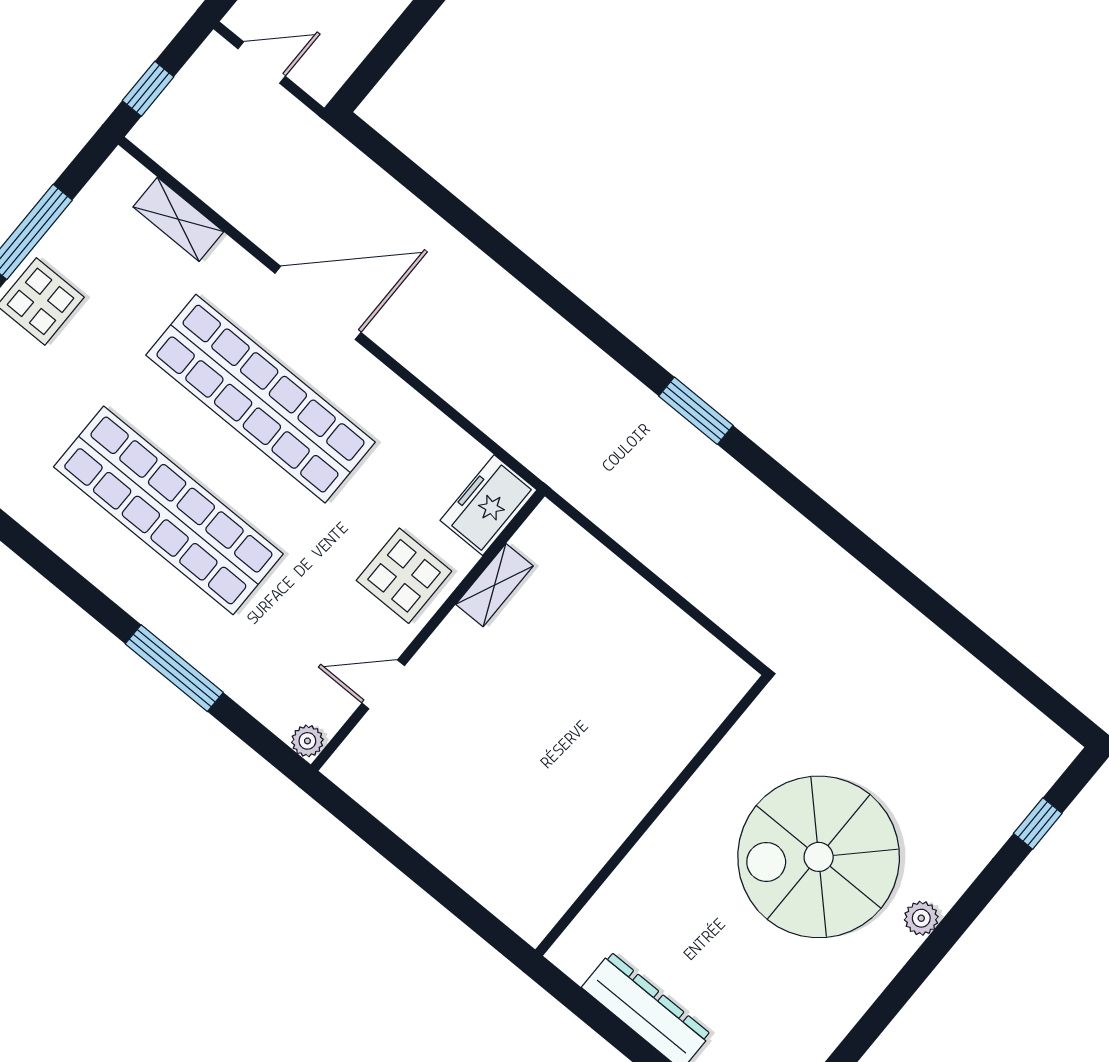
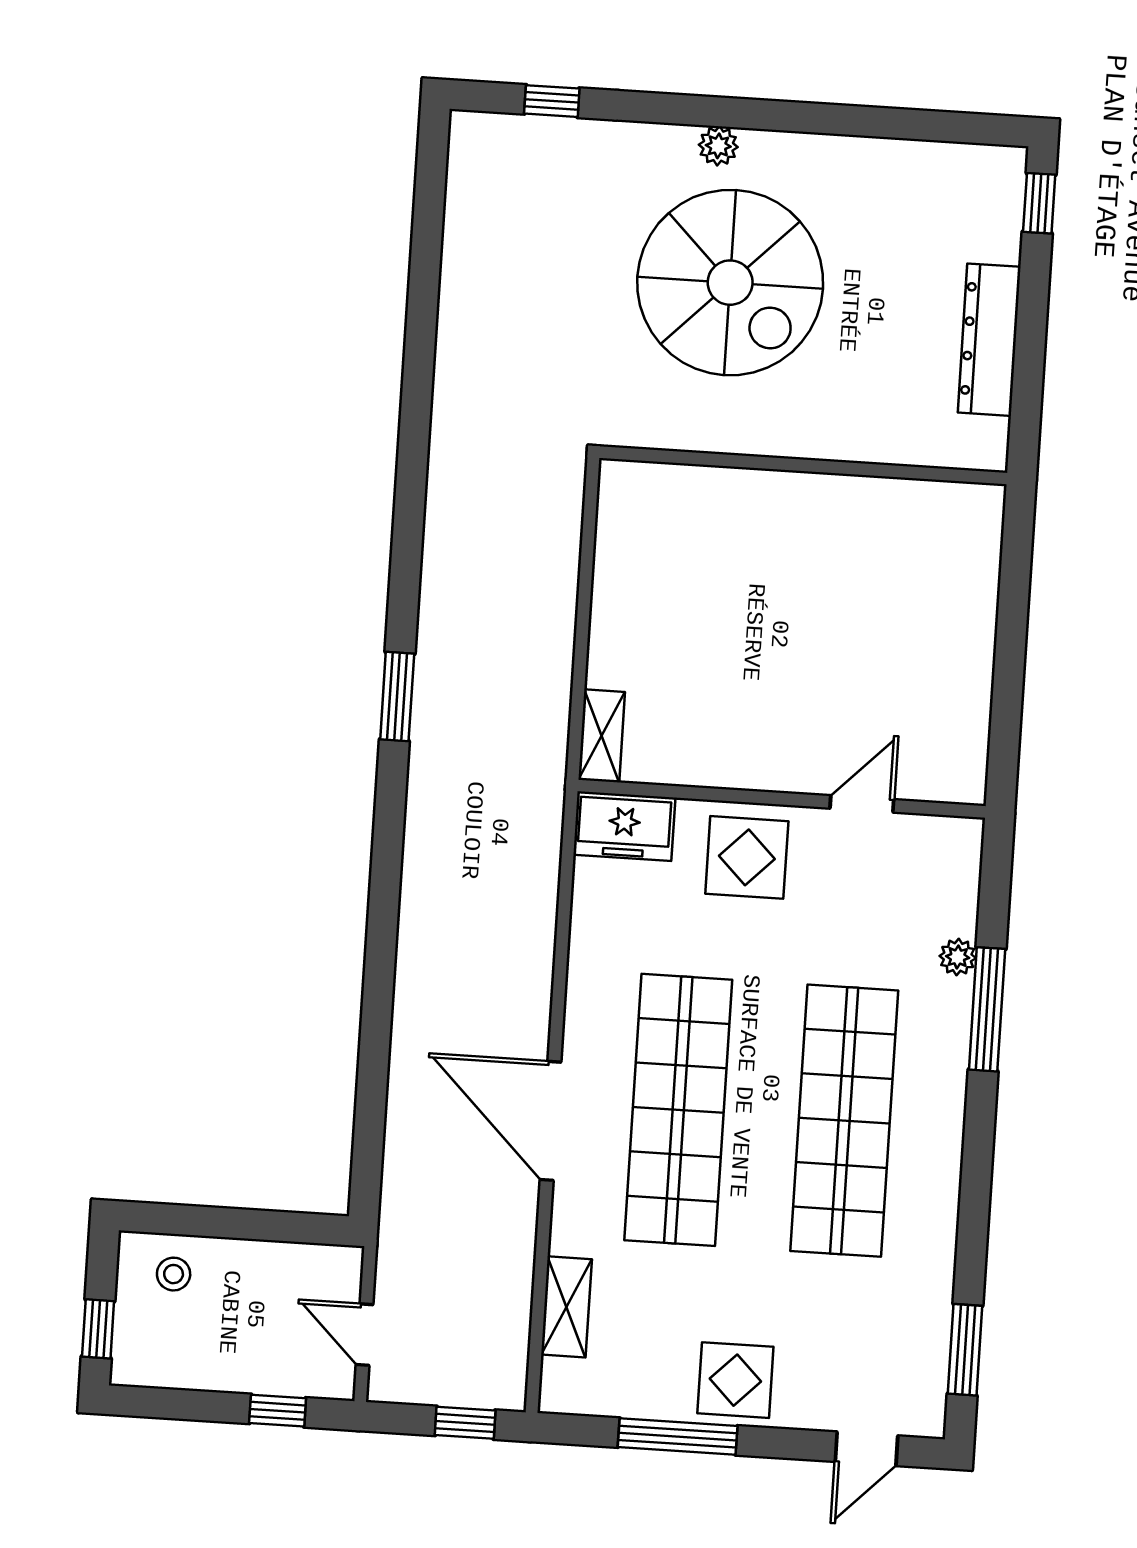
shelving: (494, 585) -> (602, 736), moved, turned 90
door: (383, 684) -> (862, 804), swing flipped
plant: (307, 741) -> (958, 957), moved

